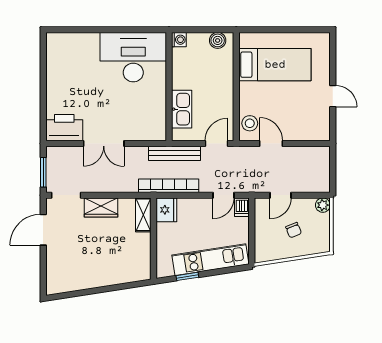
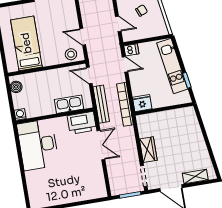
printer: (64, 128) -> (82, 123), moved, turned -90
double door: (104, 144) -> (101, 145), moved
door: (271, 144) -> (83, 37), hinge flipped
shelving: (143, 215) -> (195, 177), moved

